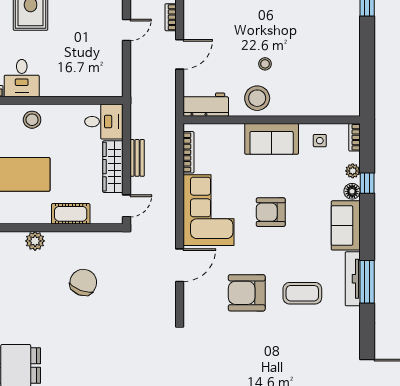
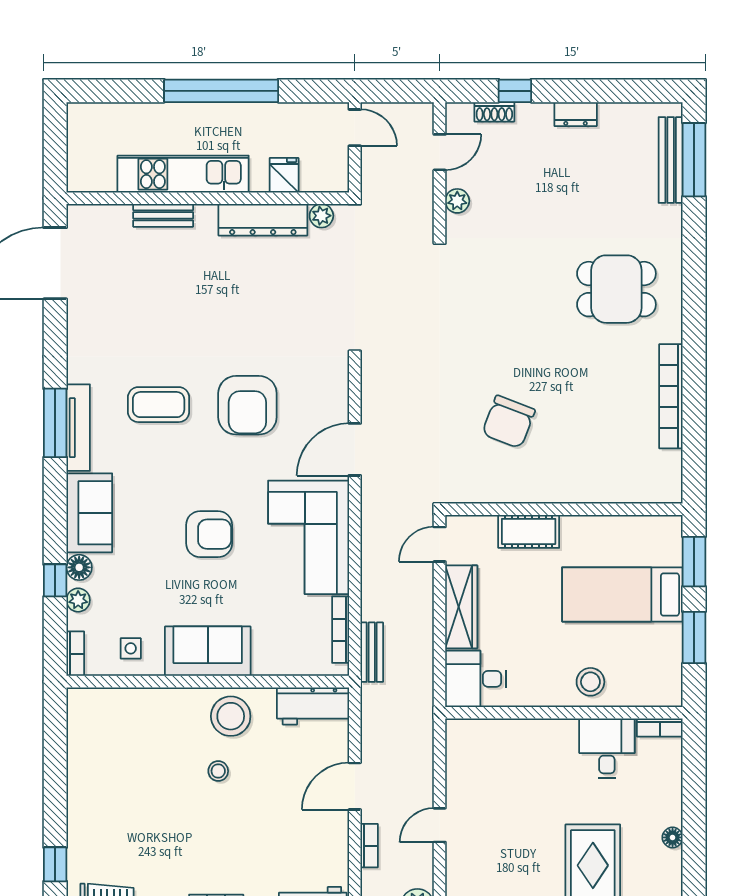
bench: (137, 158) -> (372, 652), moved
plant: (35, 241) -> (586, 488), removed
armchair: (247, 293) -> (247, 405), turned 90

